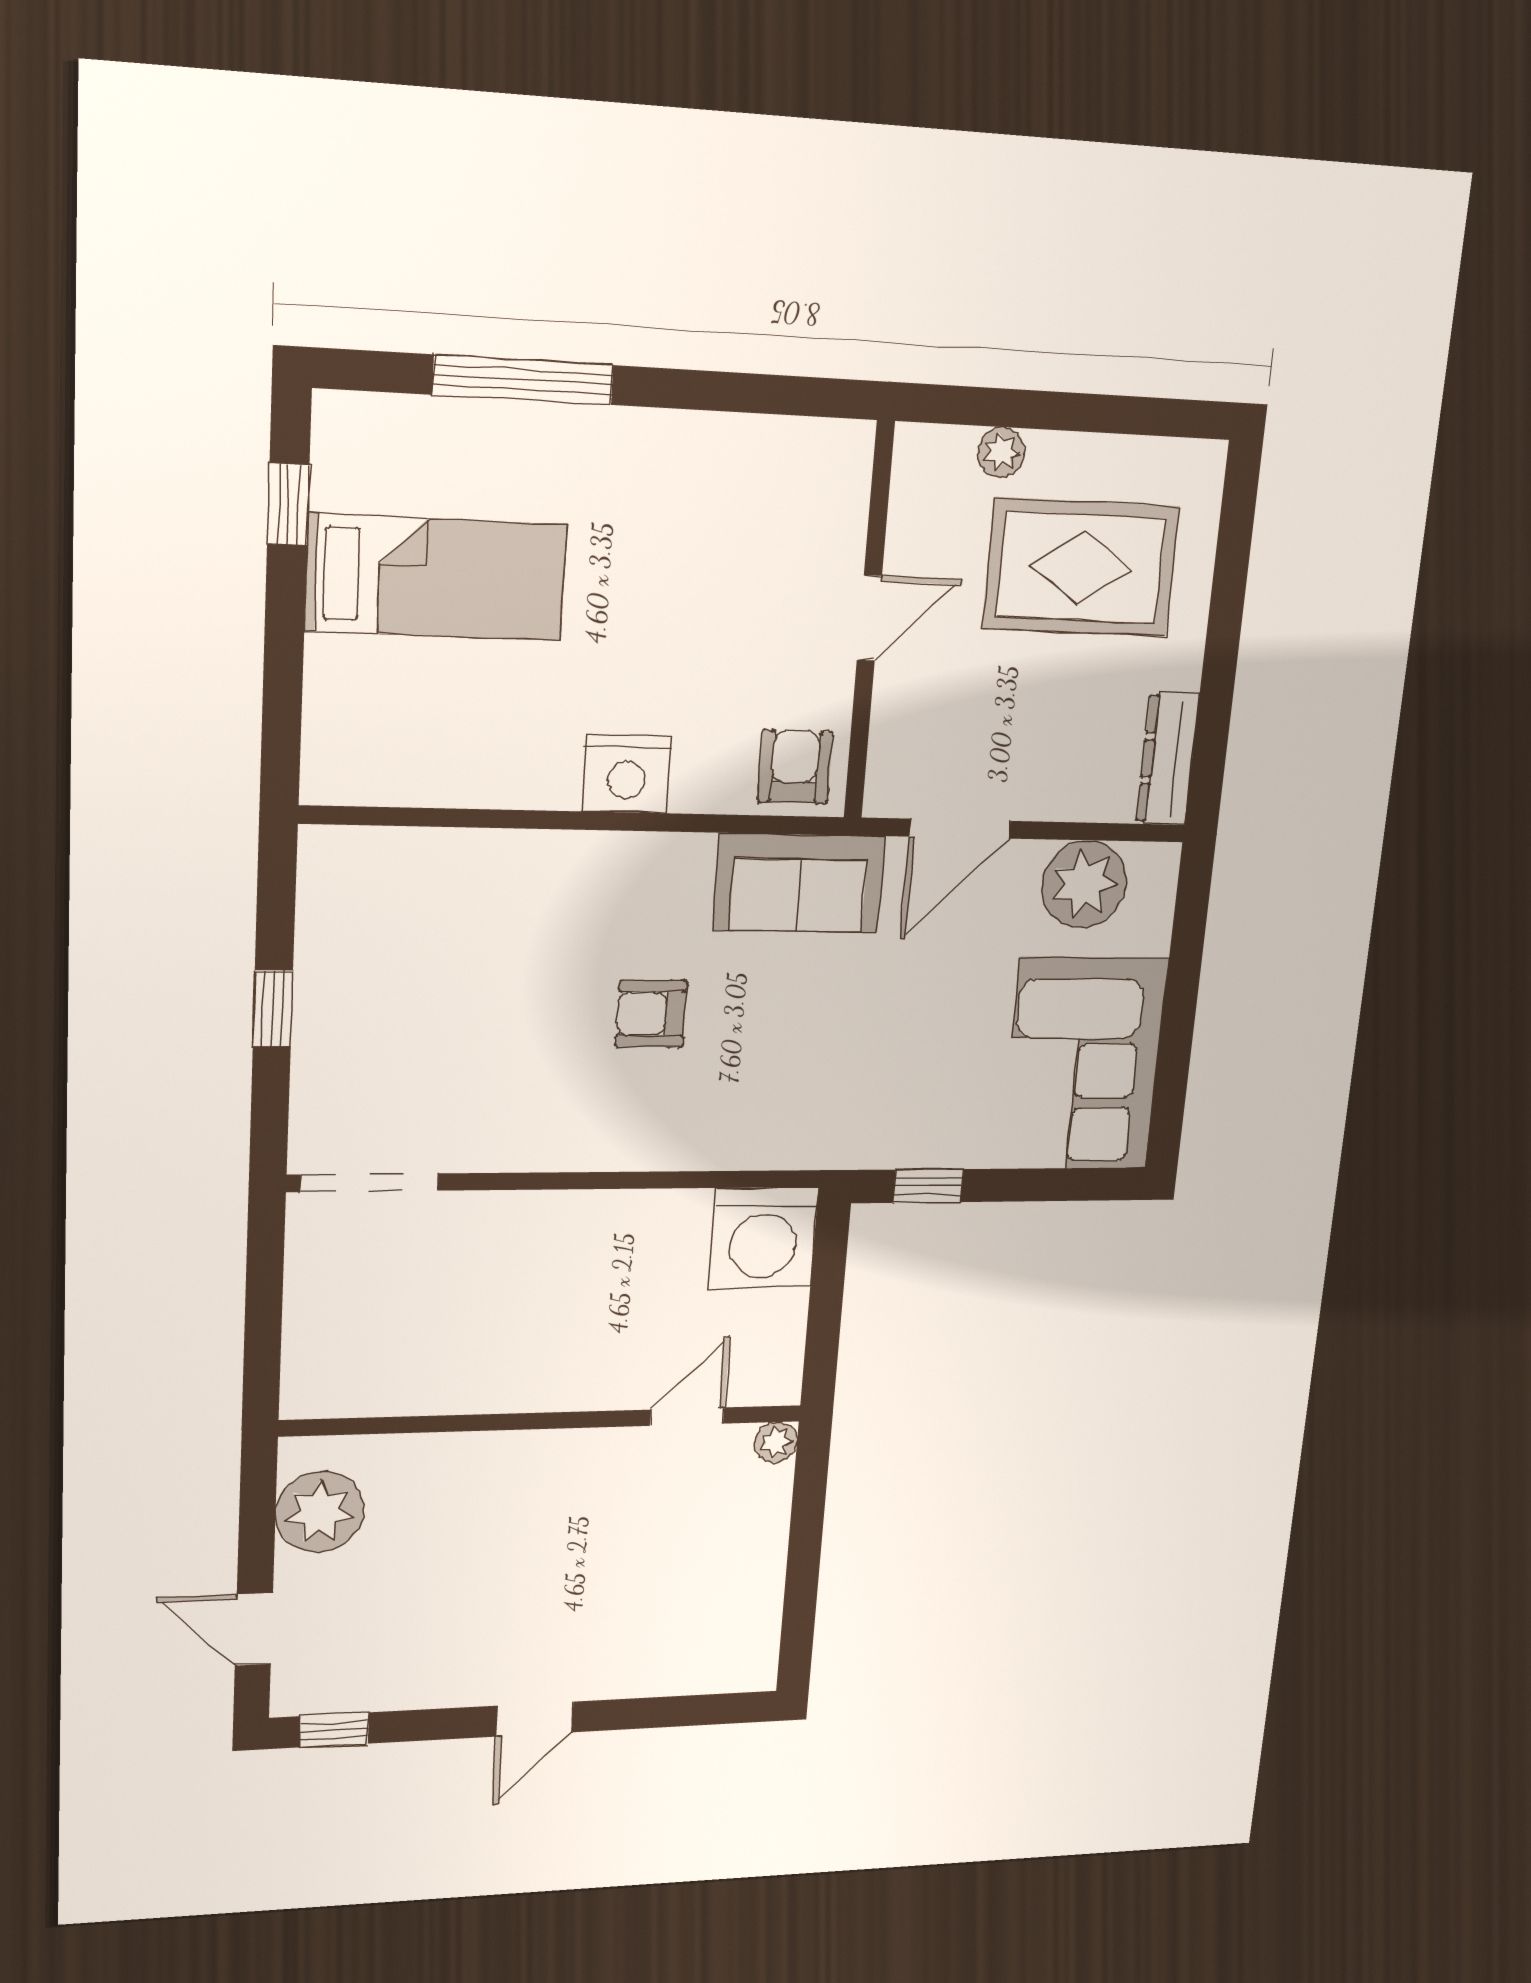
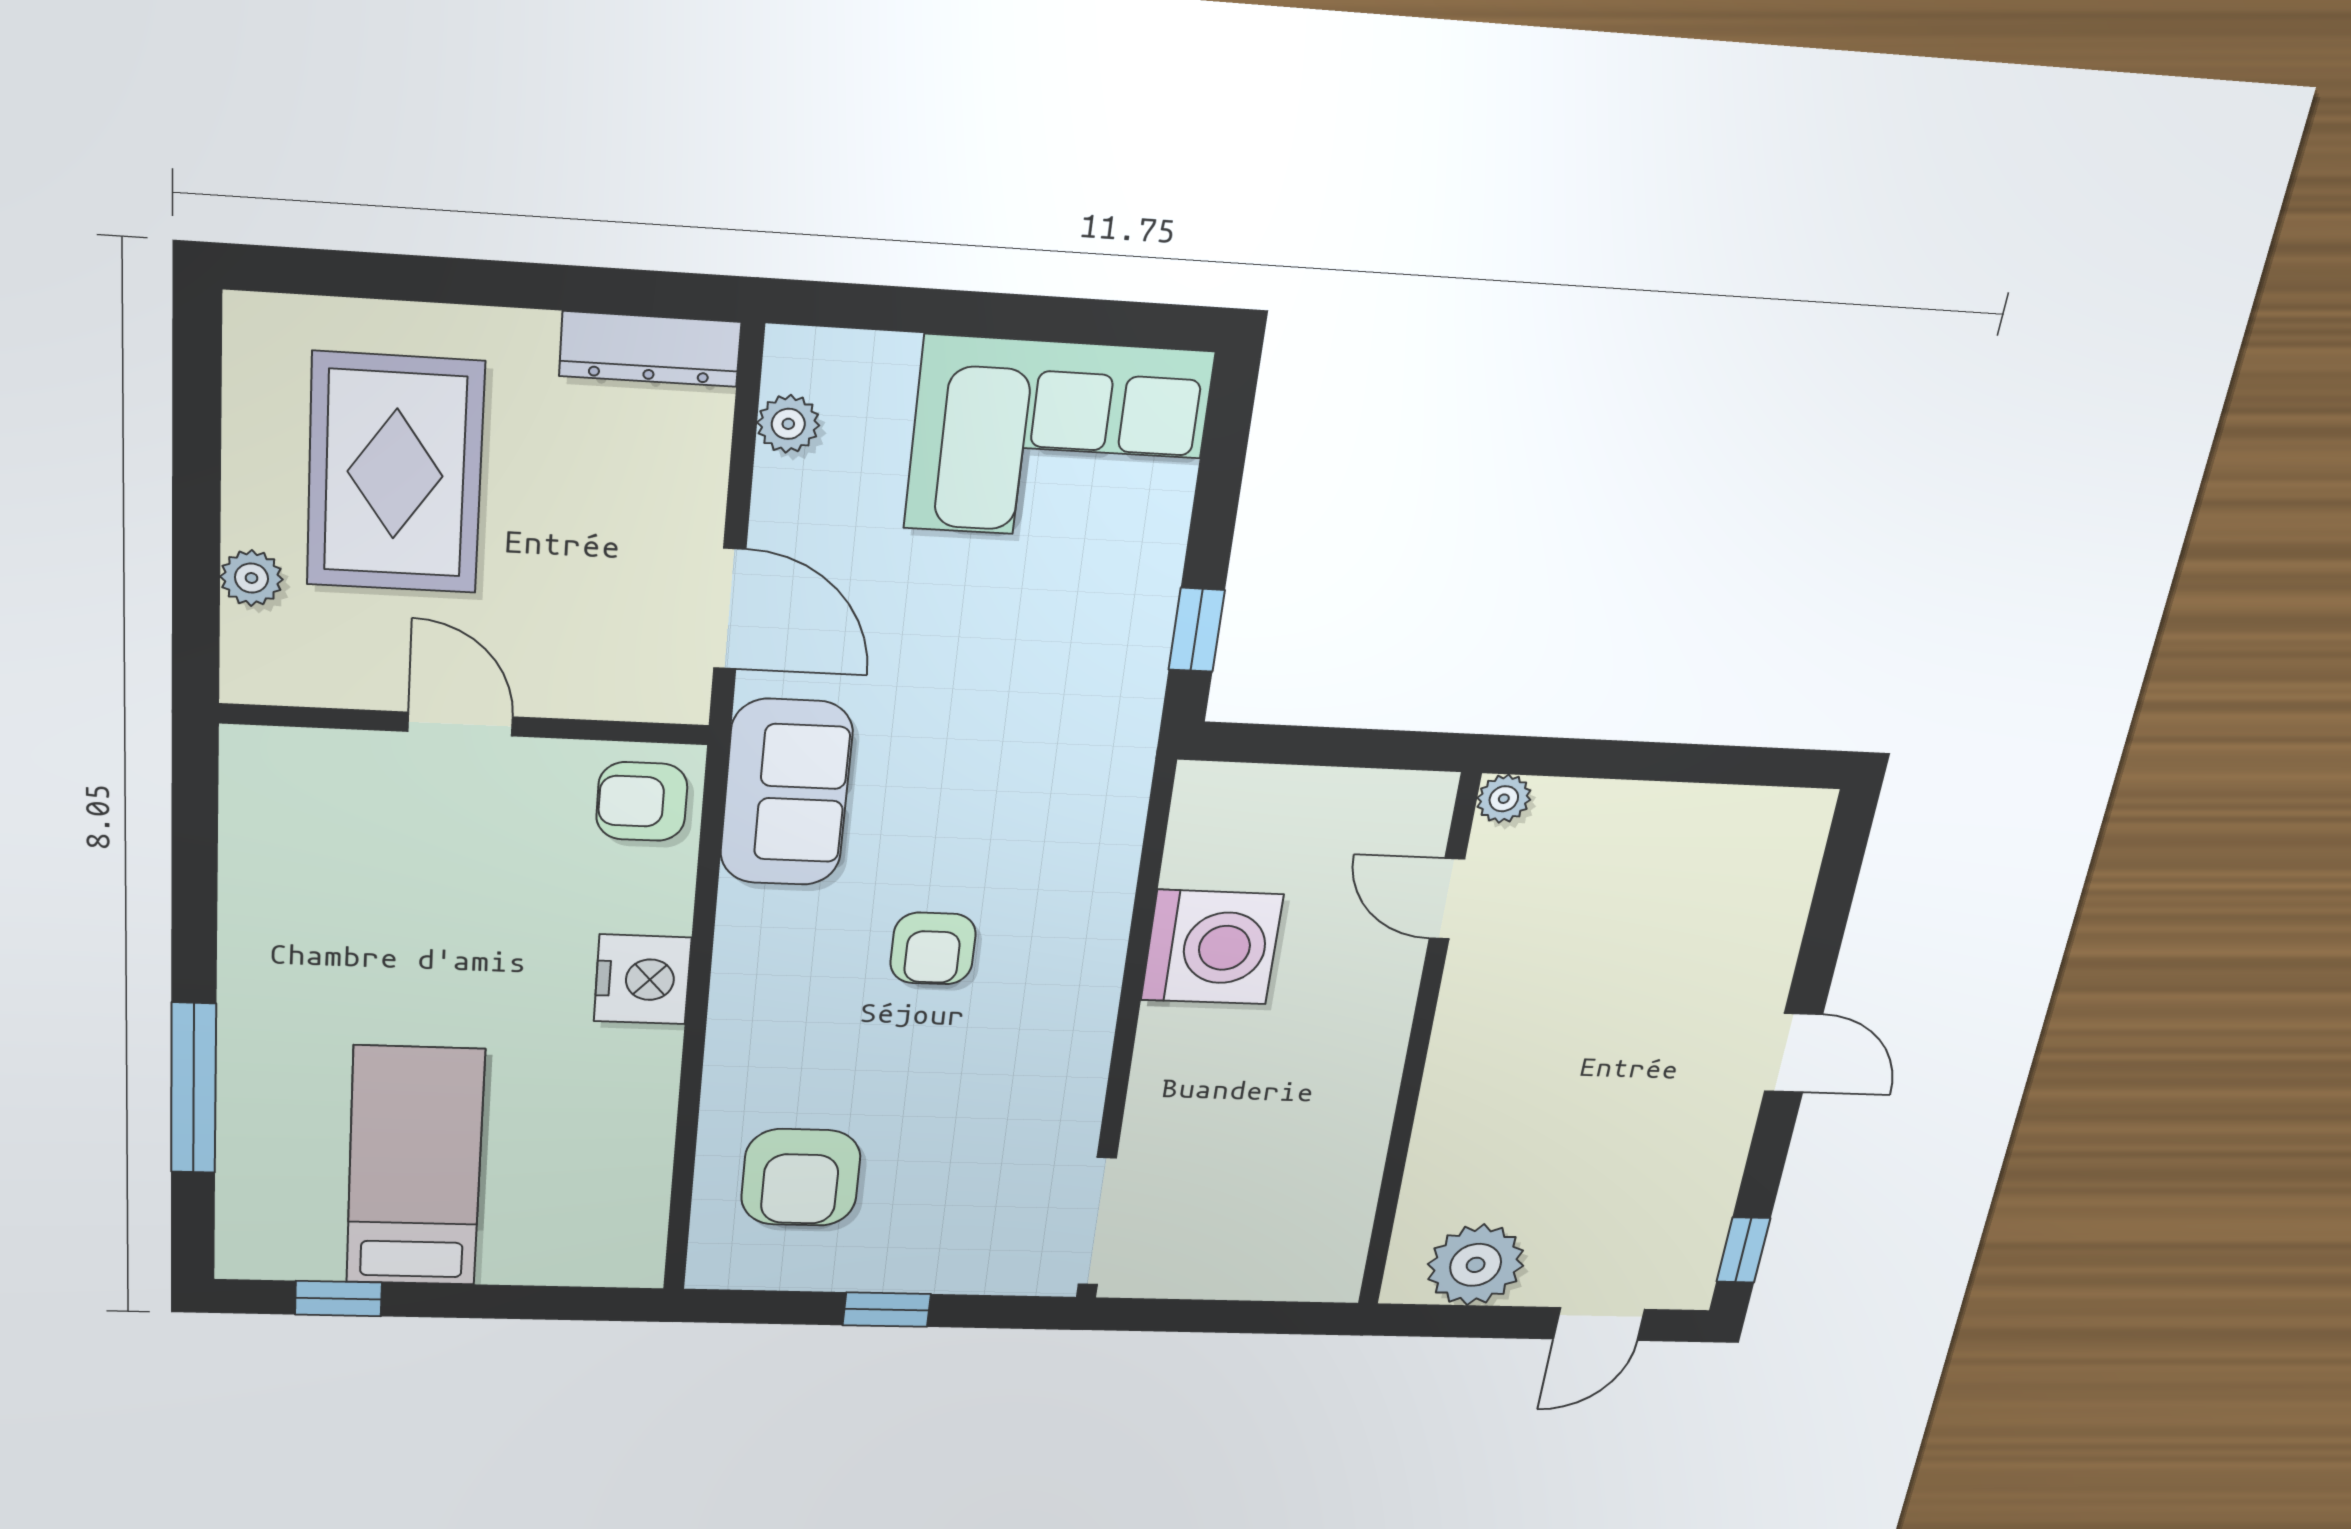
plant: (1084, 884) -> (788, 424), width x0.53, depth x0.53
armchair: (420, 921) -> (801, 1178), added
washing machine: (763, 1238) -> (1212, 947), moved

